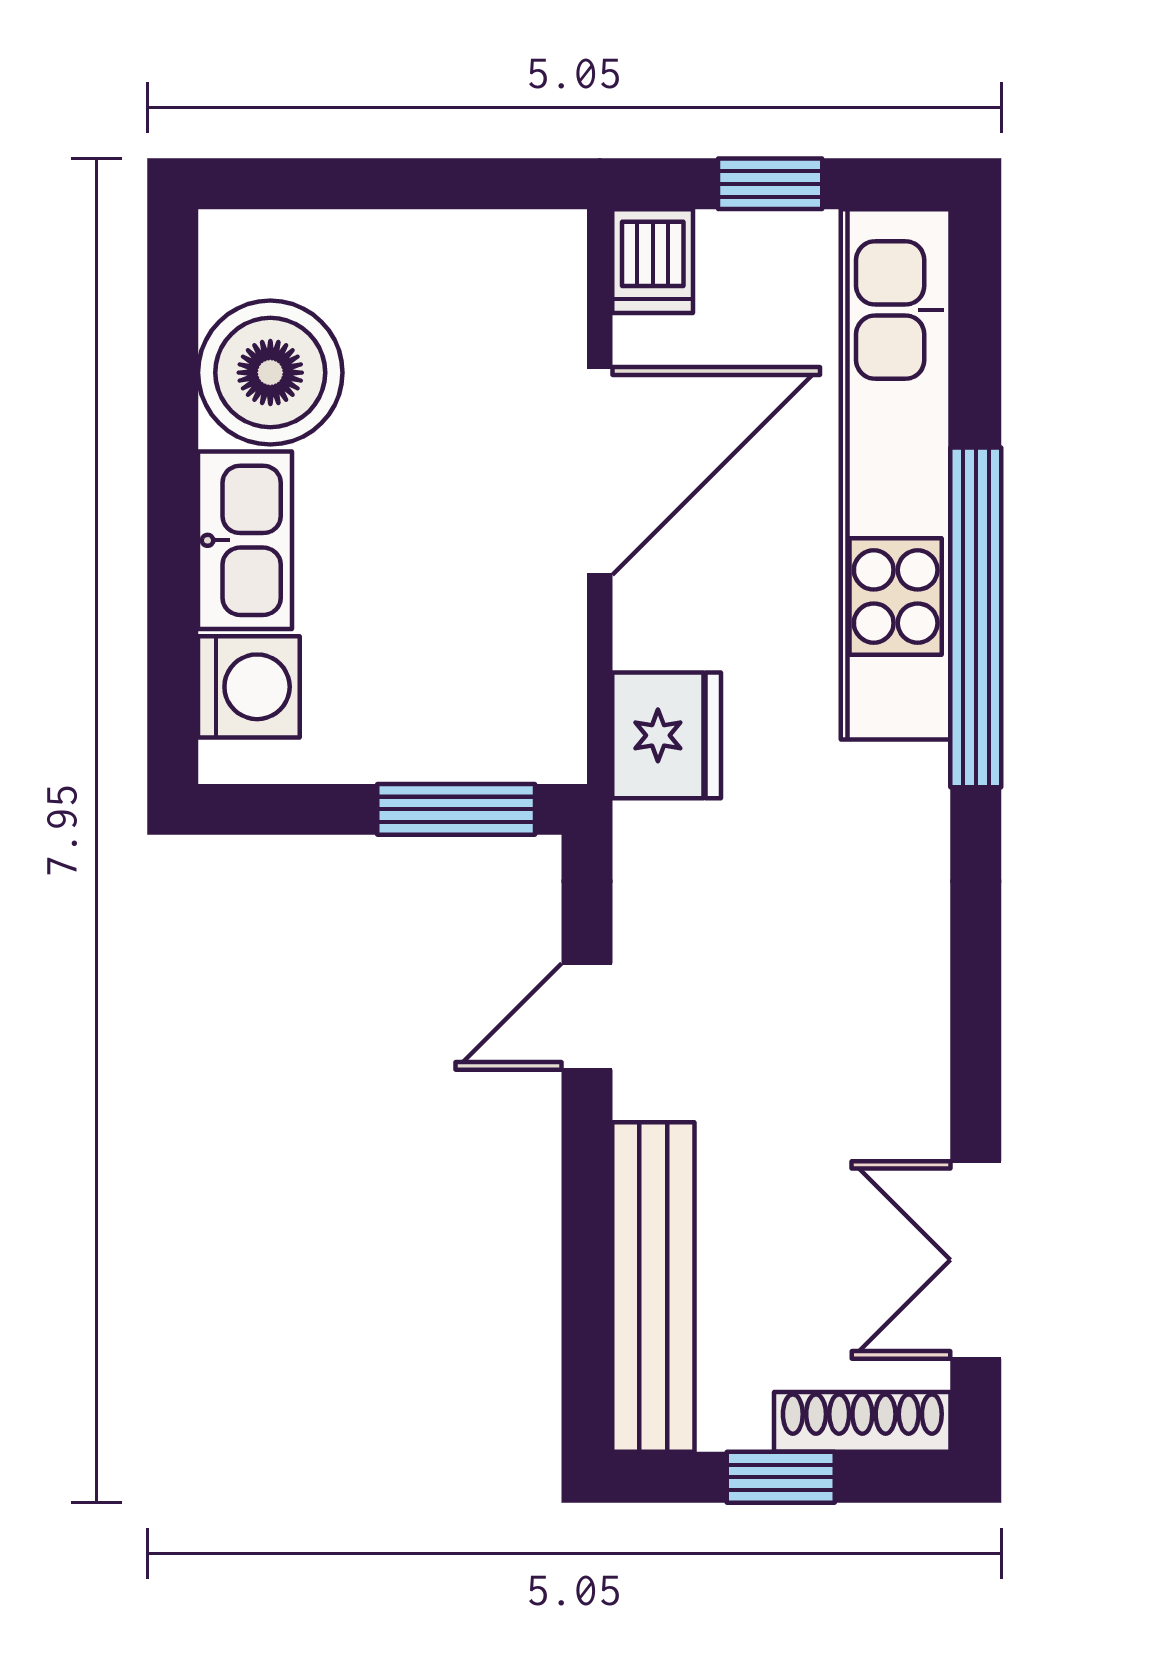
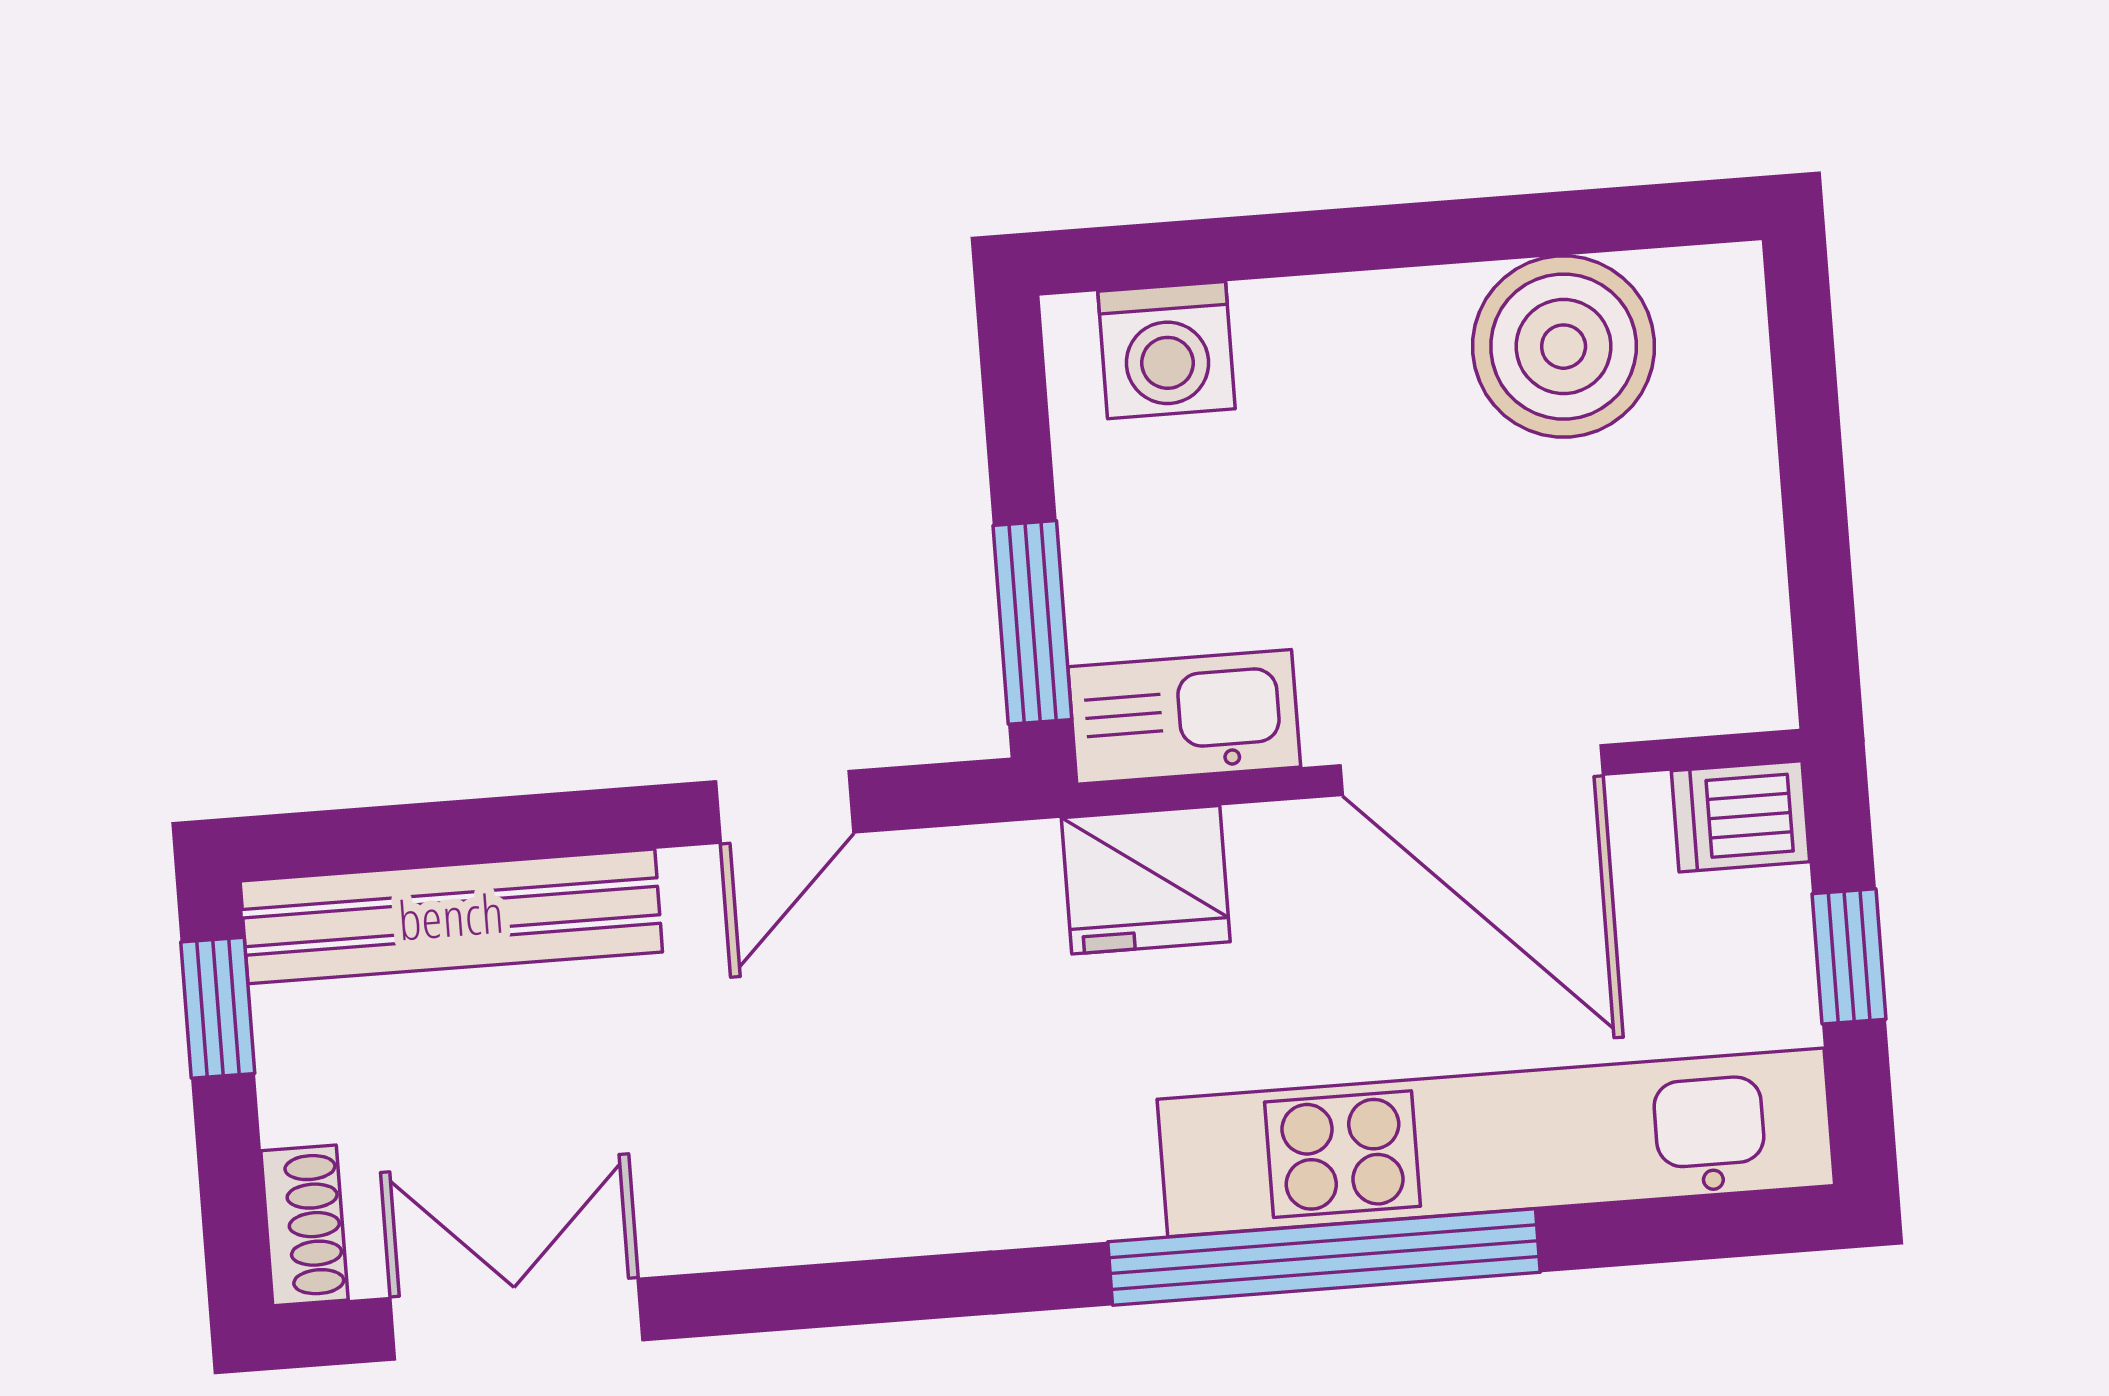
kitchen sink: (245, 540) -> (1184, 717), moved, turned 180
door: (587, 1017) -> (785, 807), swing flipped
shoe rack: (862, 1422) -> (305, 1225), width x0.70
window: (781, 1477) -> (218, 1008), moved

